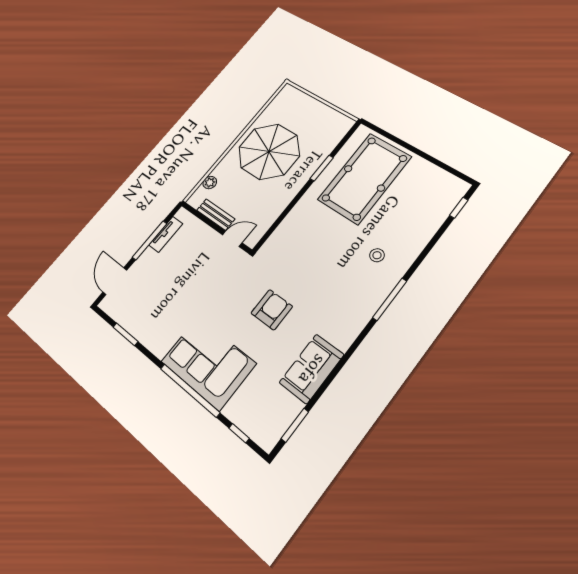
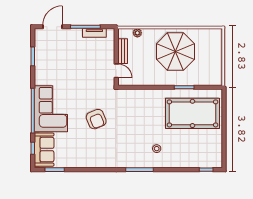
armchair: (272, 310) -> (96, 119), turned 68
sofa: (312, 369) -> (44, 150), moved, turned 90

